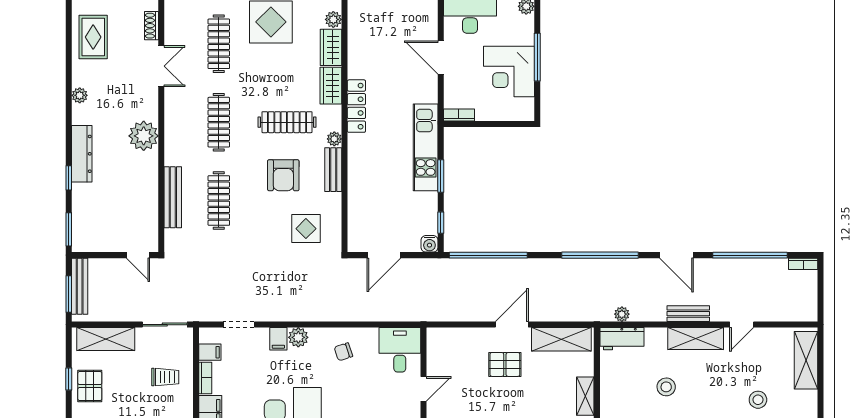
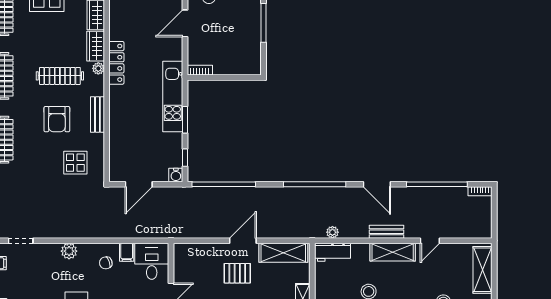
door: (441, 58) -> (185, 23), hinge flipped
corner desk: (509, 72) -> (241, 35), removed
plant: (334, 139) -> (98, 68), moved
filing cabinet: (278, 339) -> (127, 252), moved

